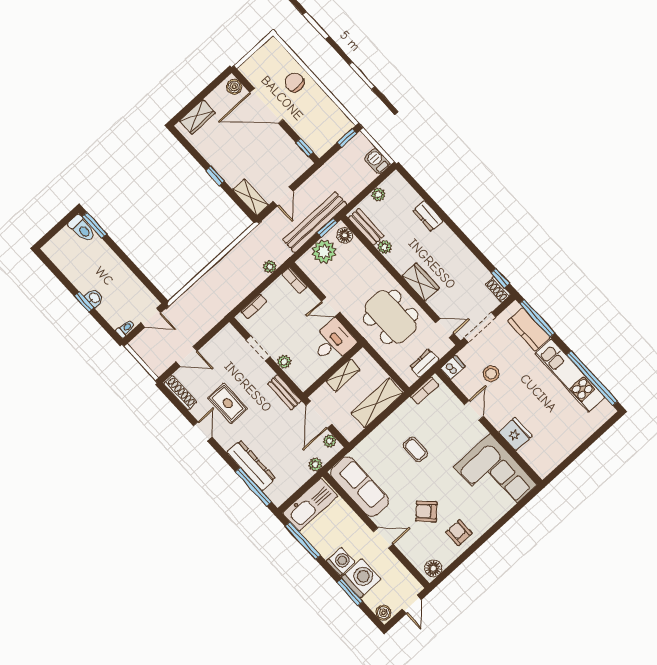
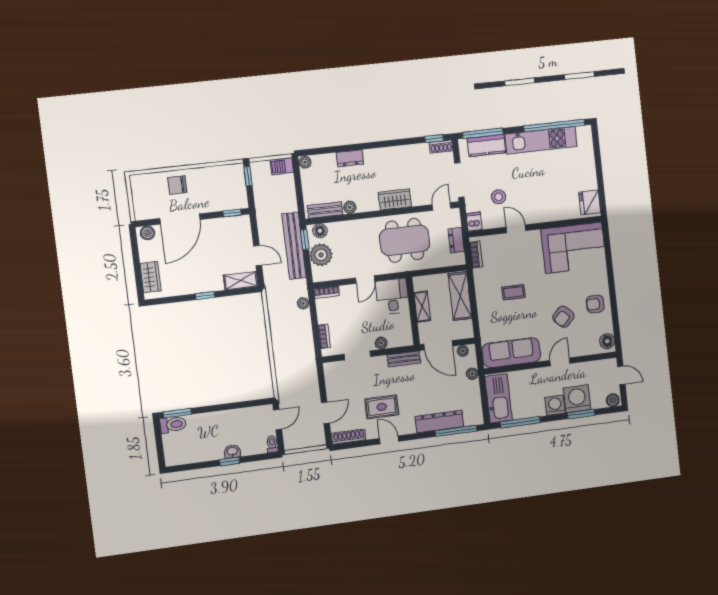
plant: (378, 194) -> (305, 162), moved
fridge: (515, 434) -> (590, 202), moved, turned -90

